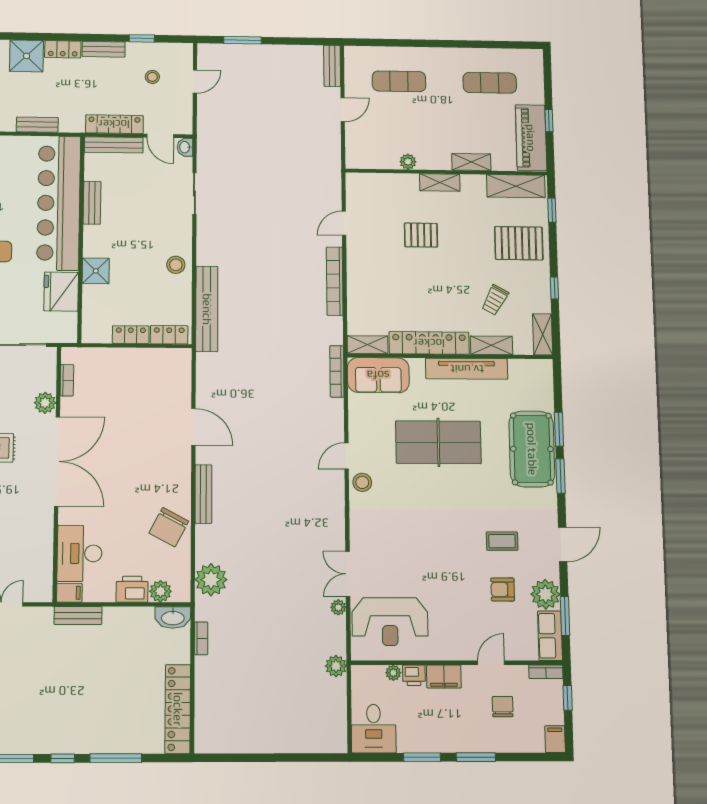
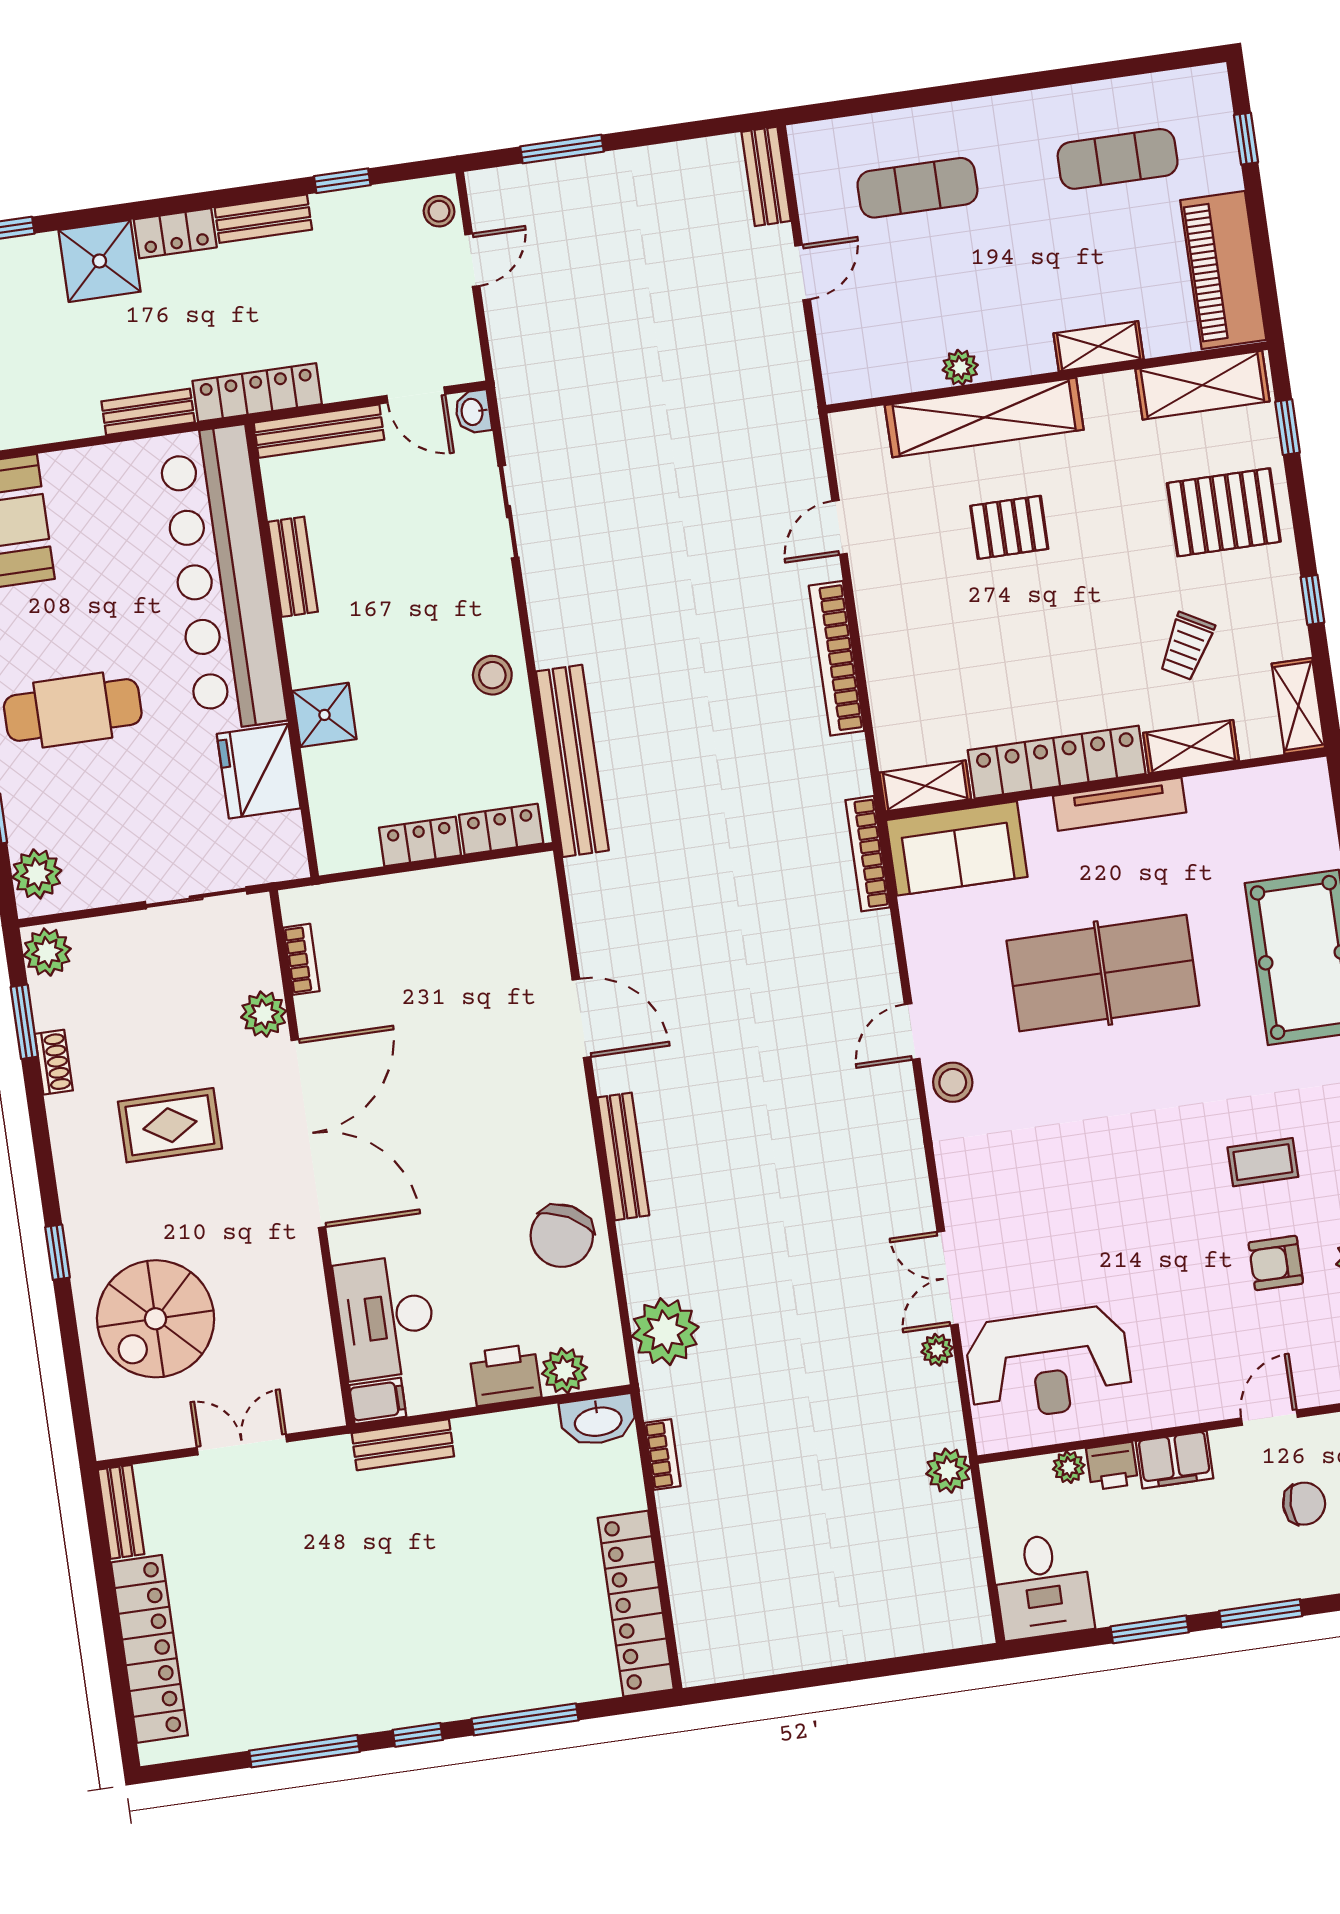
stool: (152, 77) -> (439, 211), moved
window: (549, 121) -> (1246, 139), moved
locker: (114, 124) -> (257, 393), moved
shelving: (440, 182) -> (984, 417), width x2.20, depth x1.33
tv unit: (467, 369) -> (1120, 804), width x0.73, depth x0.78
chair: (503, 707) -> (1304, 1504), turned 90

